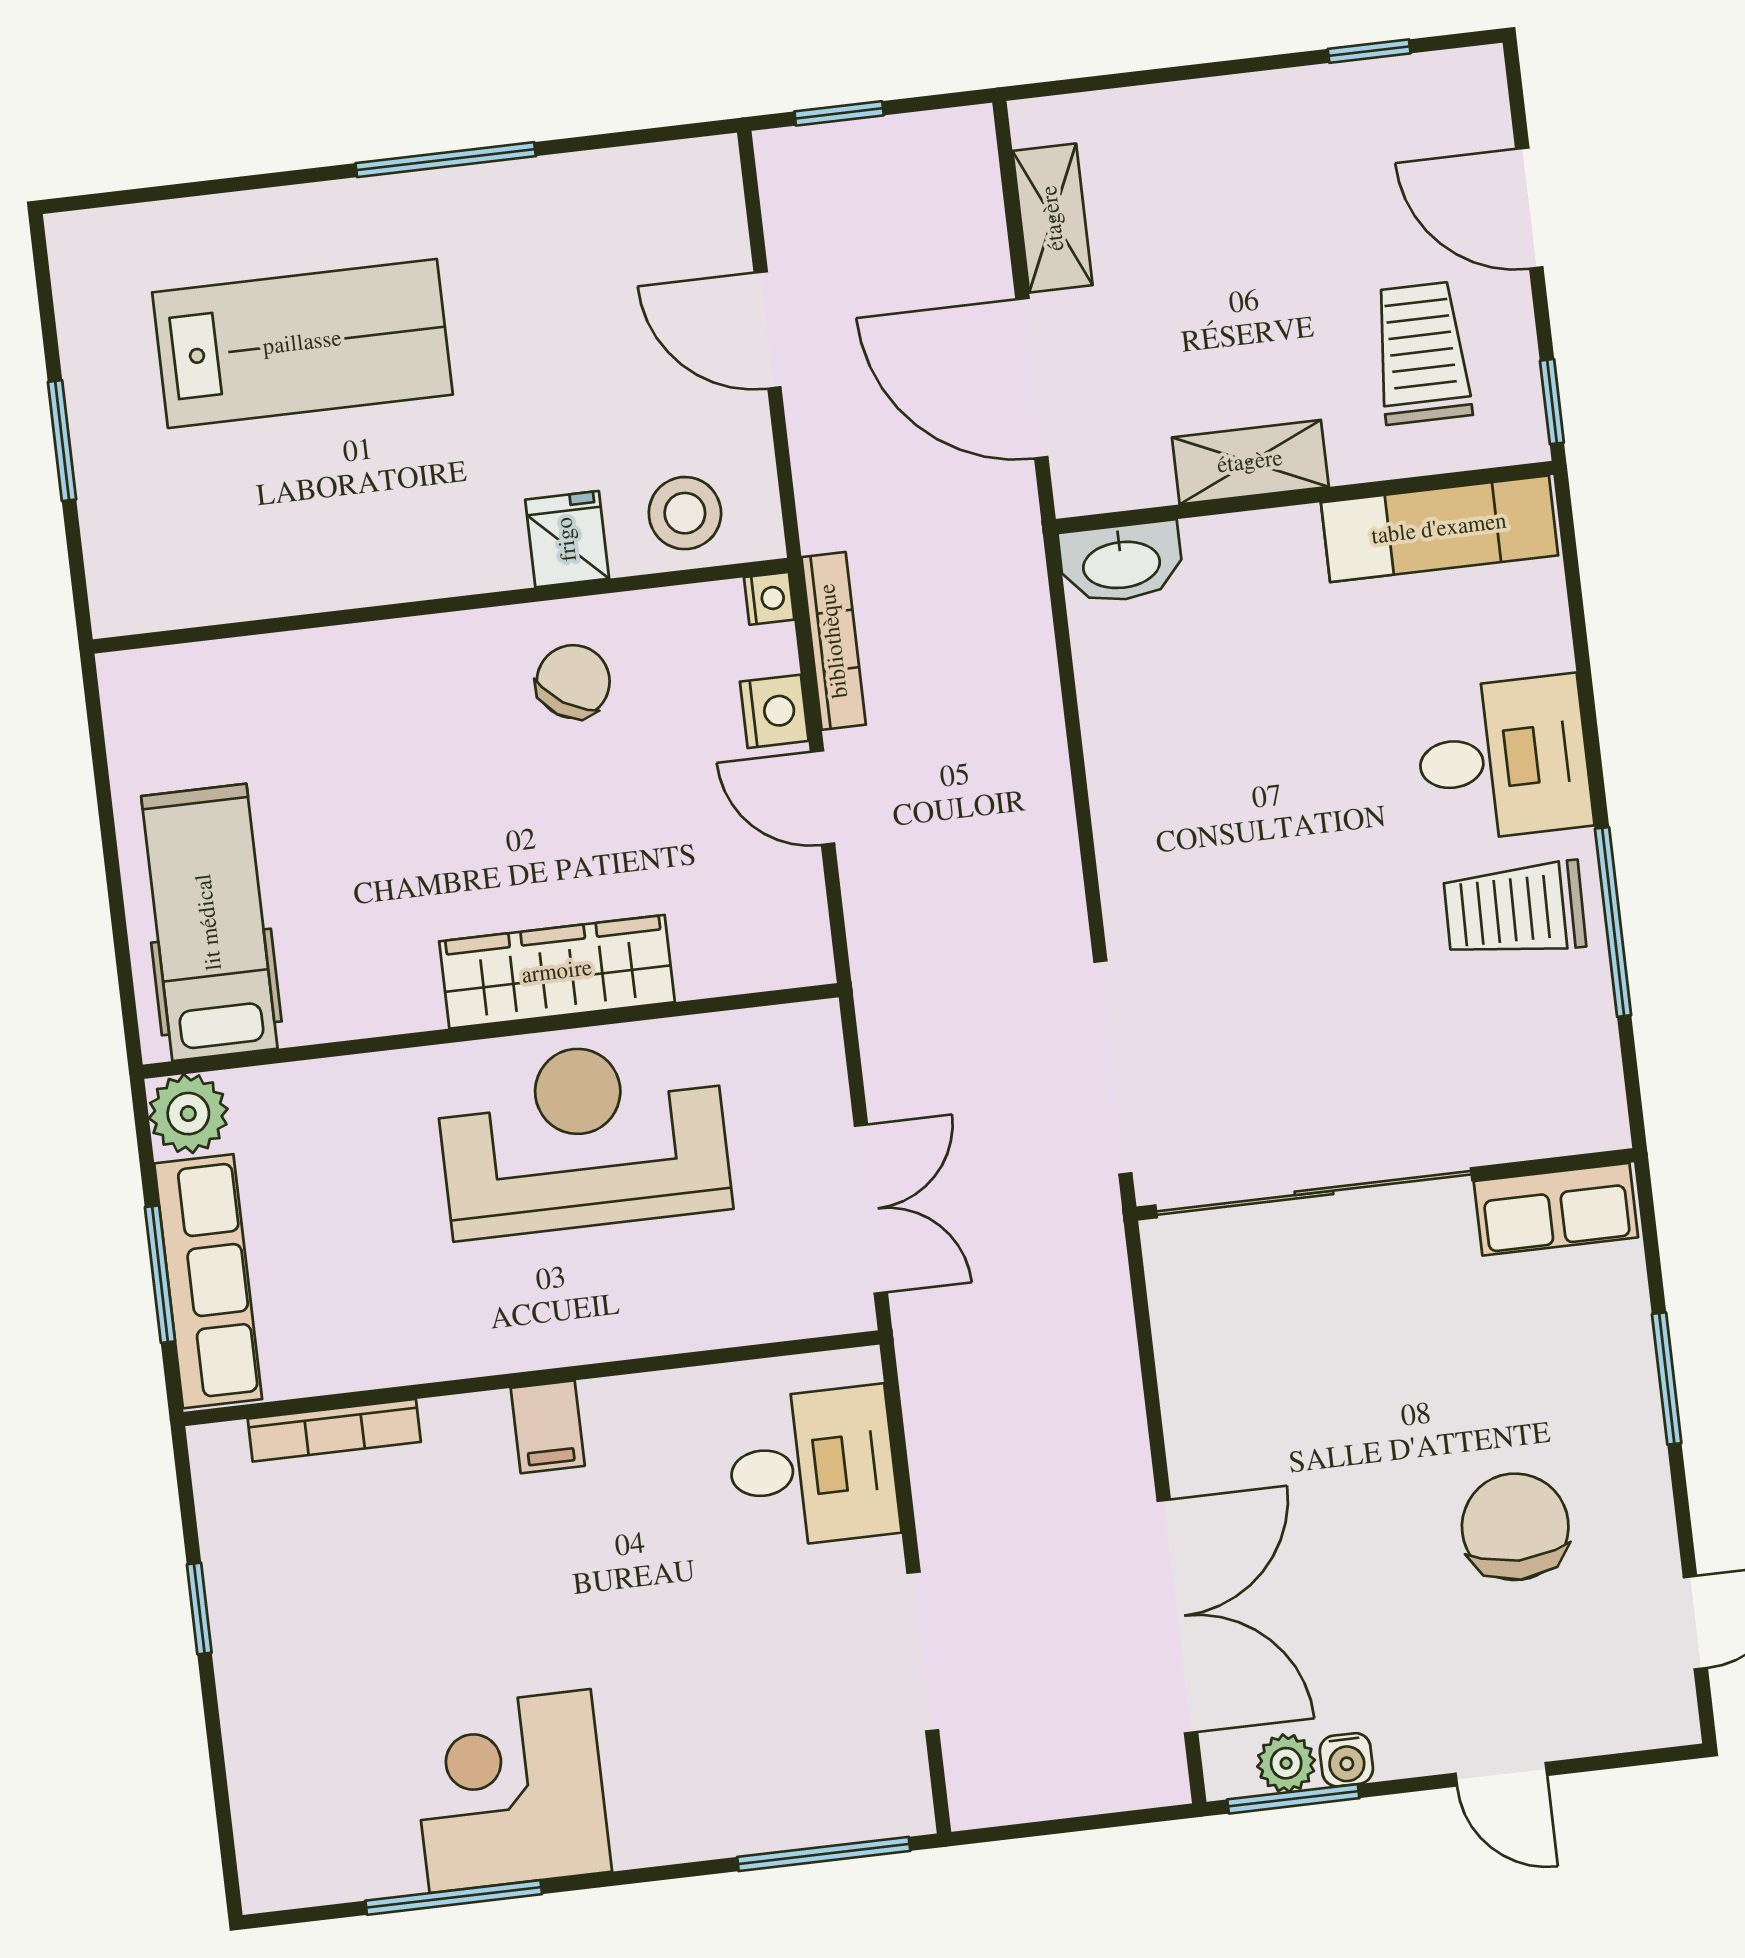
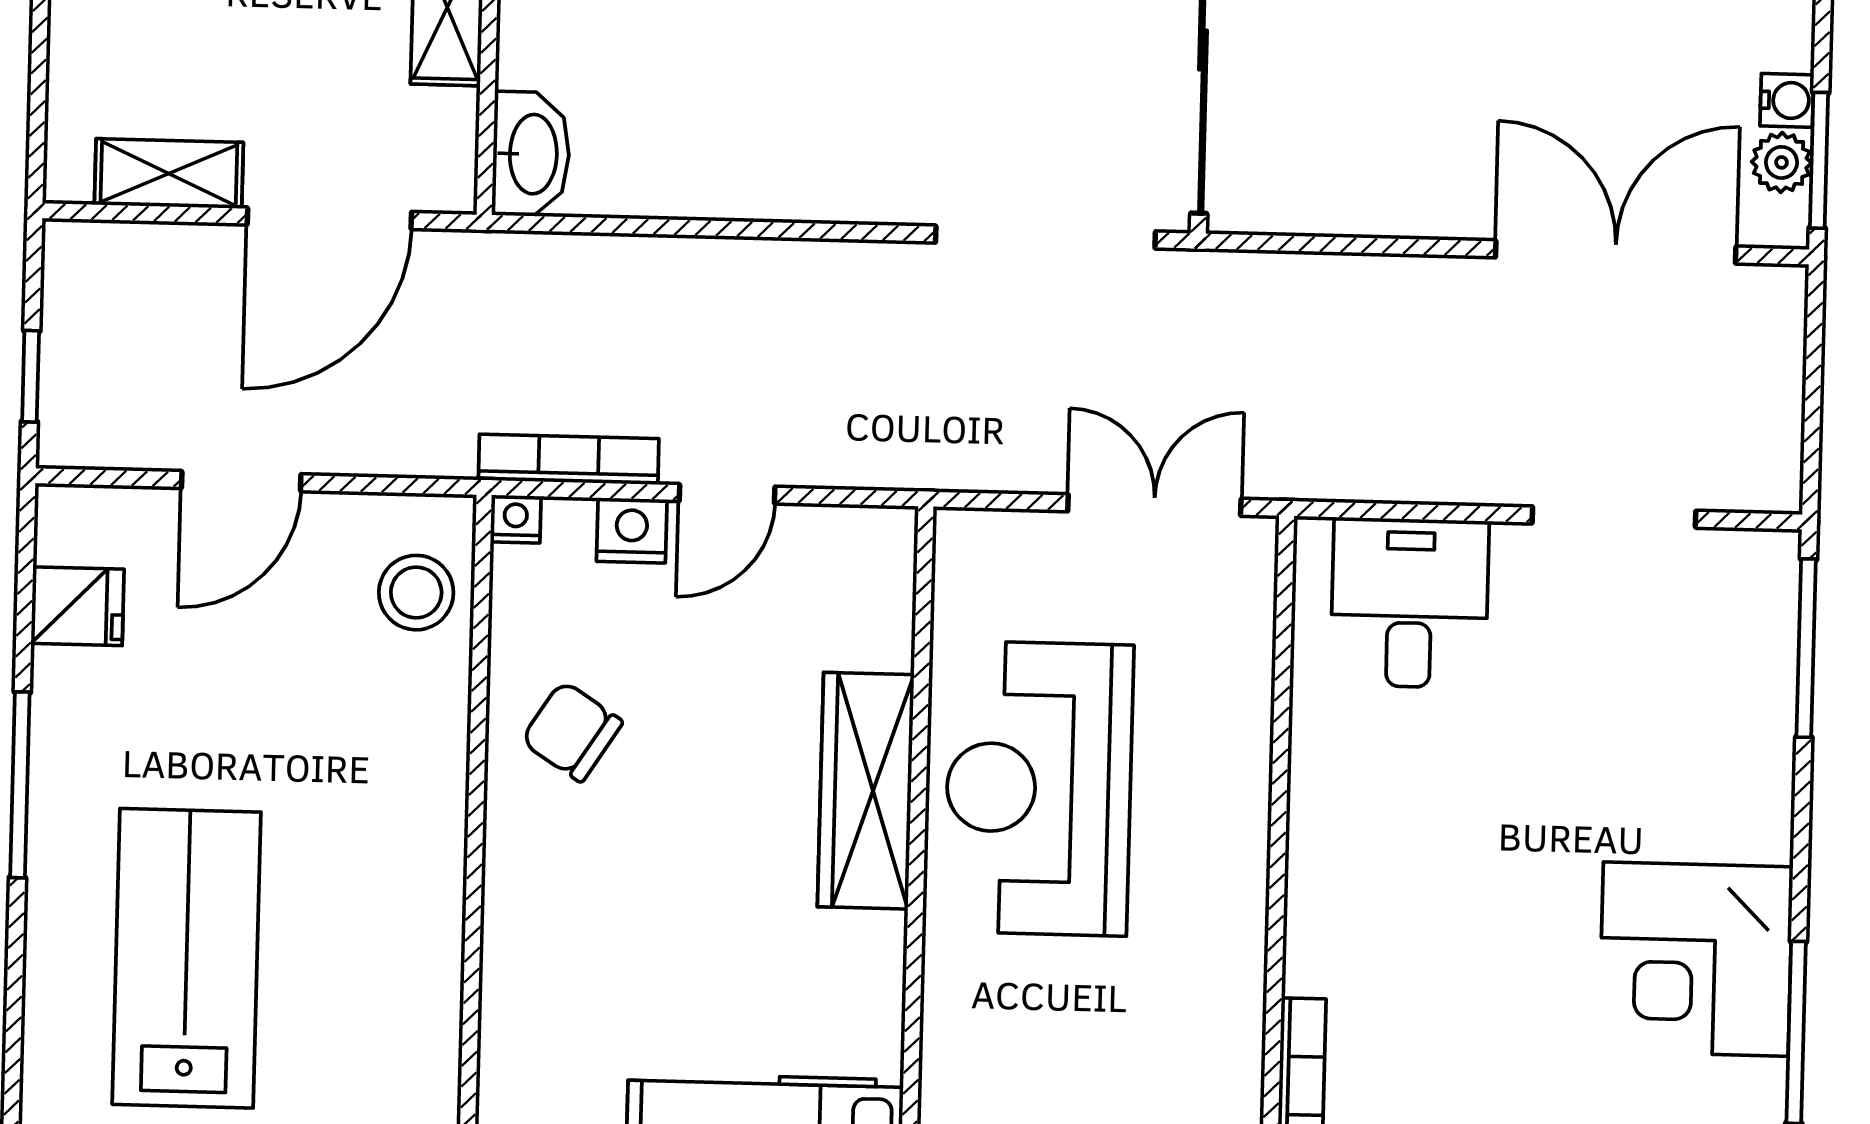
fridge: (567, 539) -> (78, 606), moved, turned 180
filing cabinet: (548, 1427) -> (1329, 867), removed

